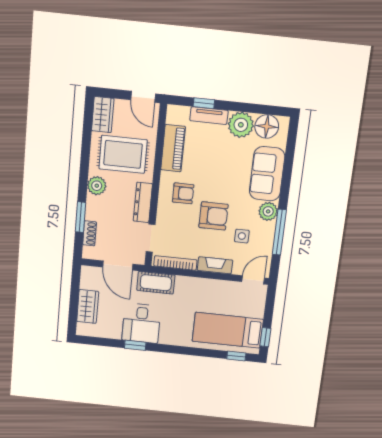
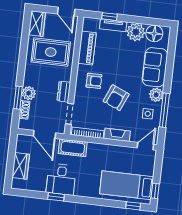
plant: (97, 186) -> (29, 93), moved
dresser: (143, 202) -> (64, 92), width x0.70
armchair: (213, 216) -> (116, 98), turned 113
side table: (242, 236) -> (148, 114), moved

